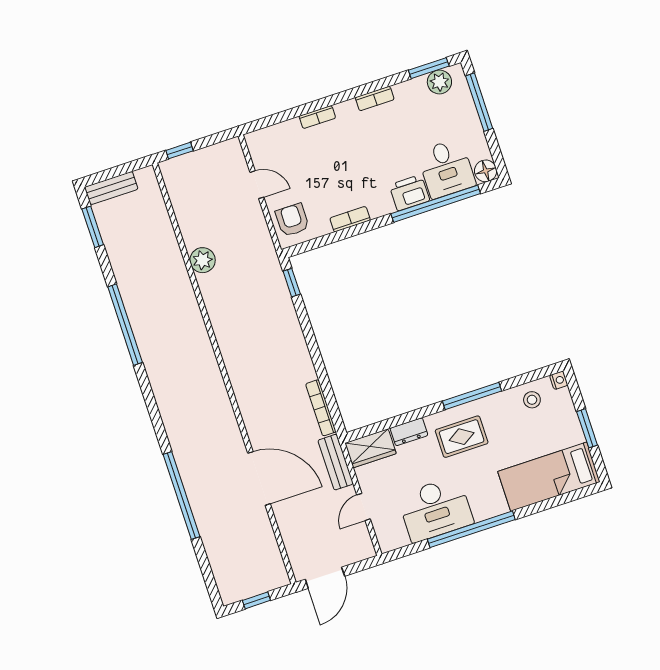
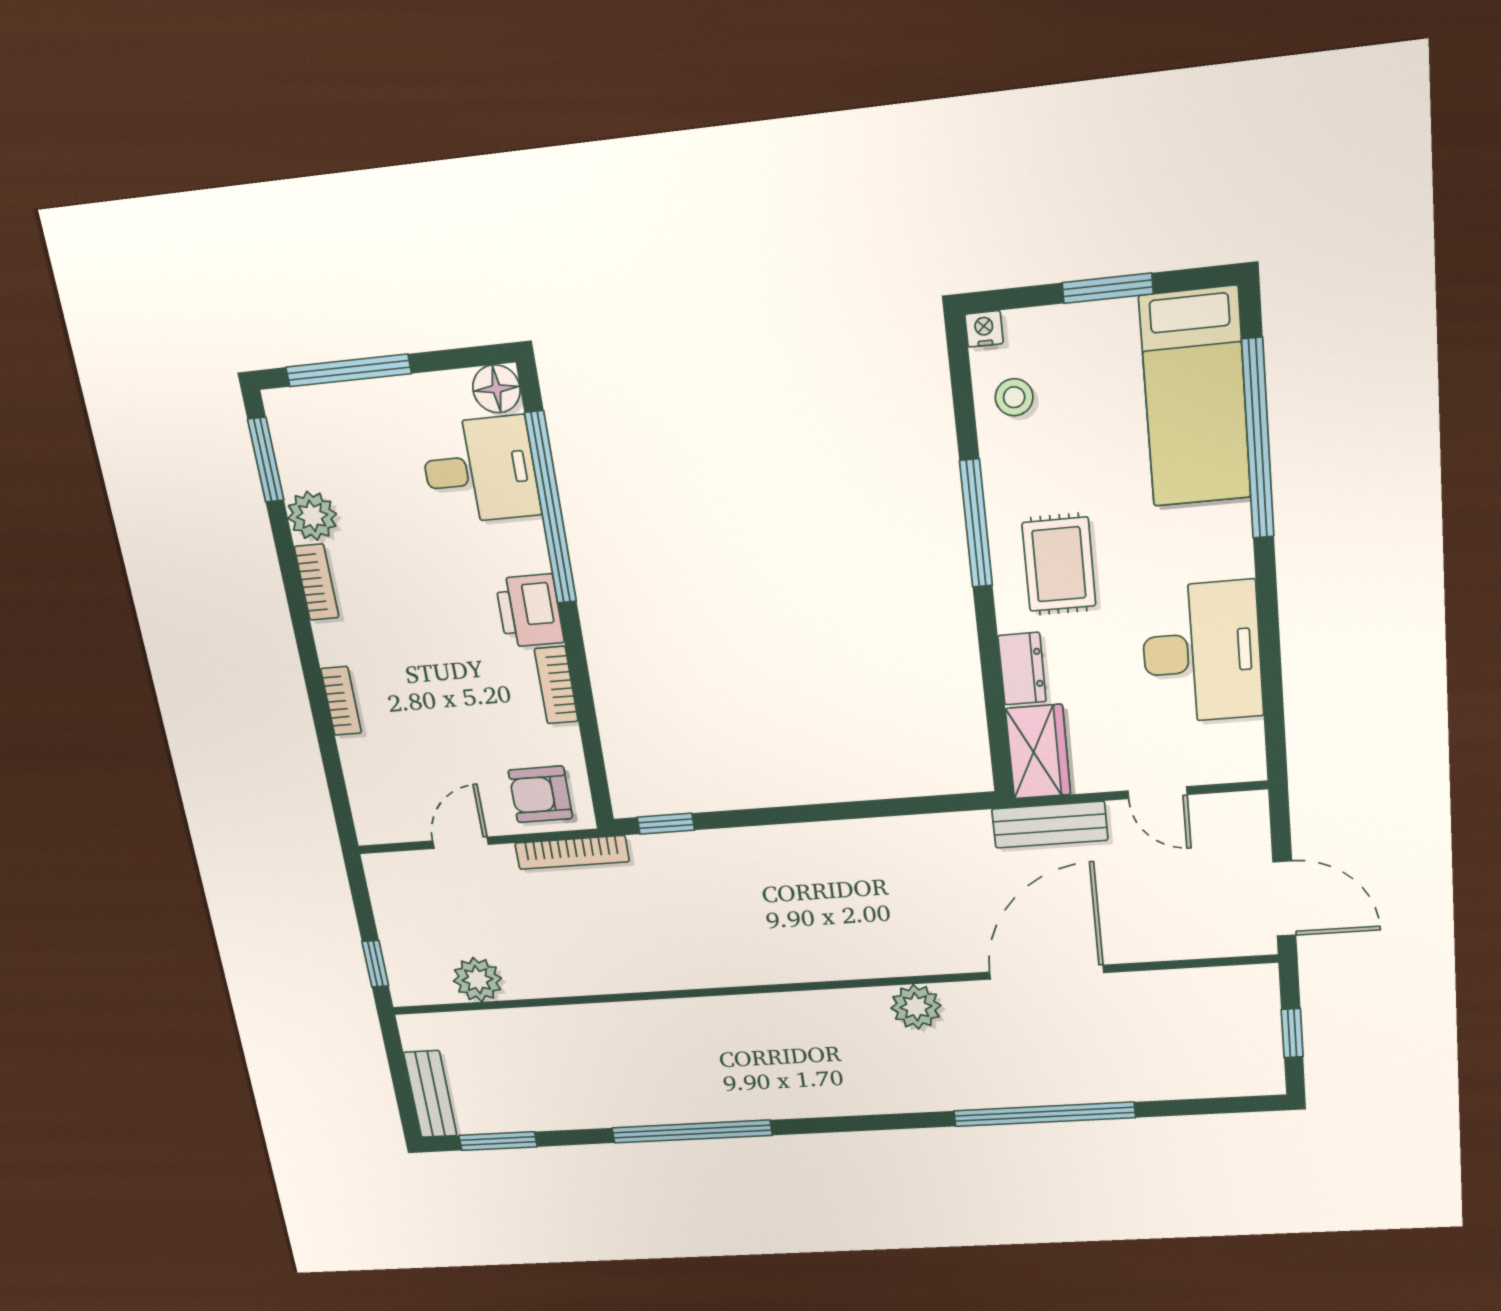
plant: (439, 82) -> (312, 516), moved
printer: (409, 193) -> (530, 611), moved
plant: (203, 260) -> (477, 980), moved
bookcase: (321, 408) -> (572, 852), moved
plant: (224, 421) -> (916, 1007), added
window: (471, 529) -> (1258, 439), moved

